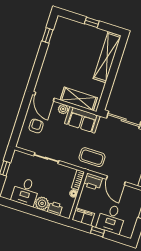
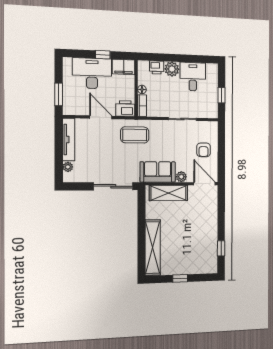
desk: (111, 219) -> (92, 73), width x1.37

